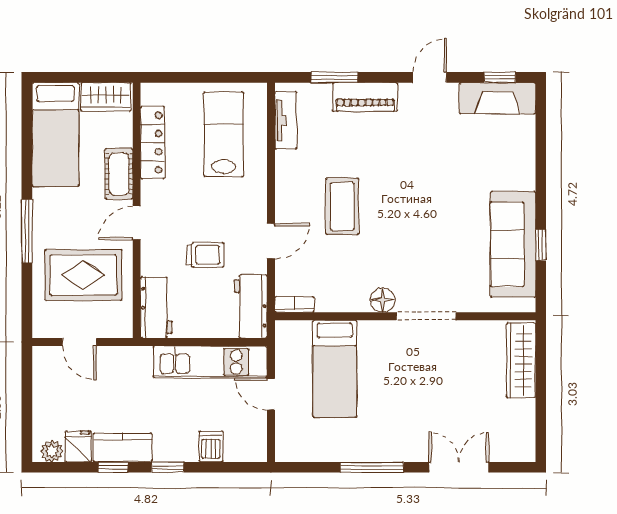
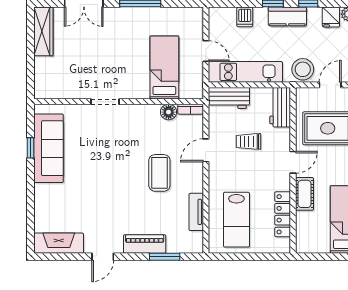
window: (500, 77) -> (57, 257), removed
wardrobe: (106, 97) -> (313, 244), removed
tv unit: (286, 120) -> (196, 212), moved
floor lamp: (382, 300) -> (169, 112), moved
workbench: (251, 306) -> (229, 98), moved, turned 90
doorway: (426, 316) -> (105, 102), width x0.73
door: (79, 342) -> (330, 85), hinge flipped
wardrobe: (521, 360) -> (43, 31), moved
stool: (122, 366) -> (303, 69), added
kitchen counter: (123, 447) -> (287, 16), moved

